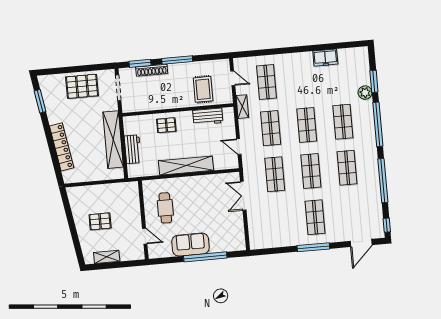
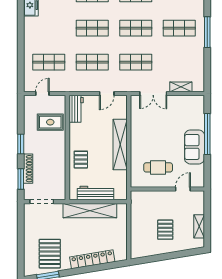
window: (177, 60) -> (21, 144), width x0.69
pallet: (82, 86) -> (50, 254), moved
shelving: (242, 107) -> (181, 87), moved
workbench: (208, 116) -> (76, 109), moved
workbench: (133, 149) -> (96, 193), width x1.38

